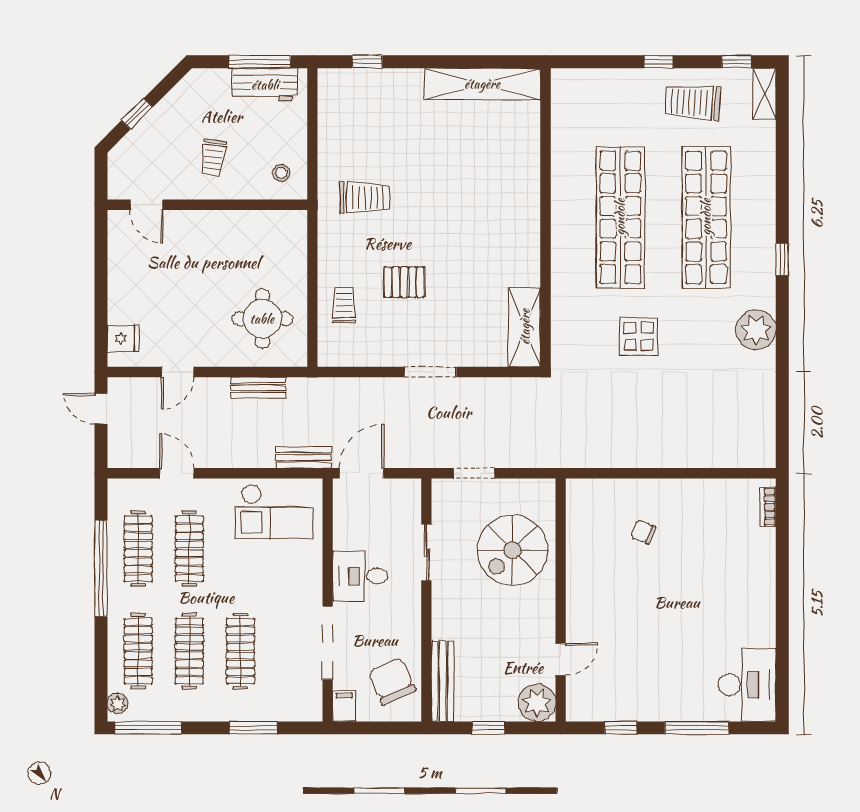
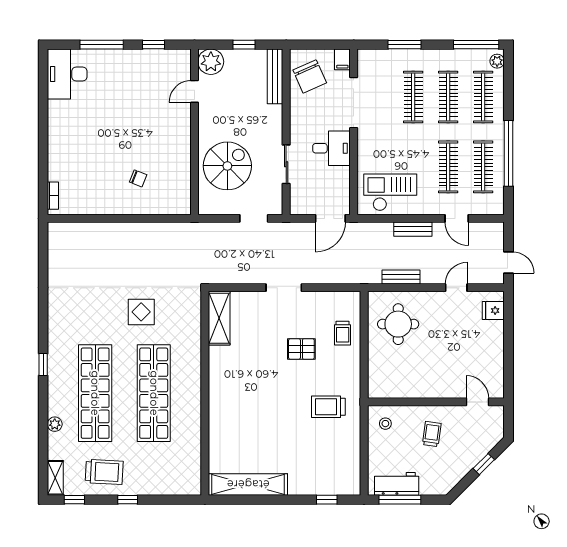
plant: (756, 330) -> (55, 424), moved, width x0.53, depth x0.53
bench: (304, 458) -> (413, 229), moved

